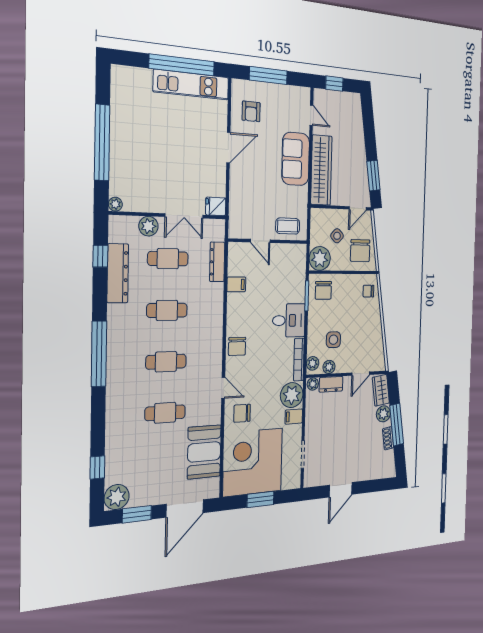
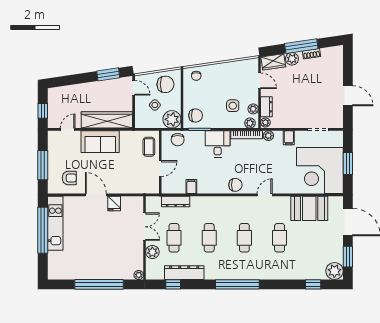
fridge: (216, 206) -> (114, 203), moved
plant: (292, 395) -> (268, 136), width x0.53, depth x0.53
chair: (242, 413) -> (178, 140), moved

